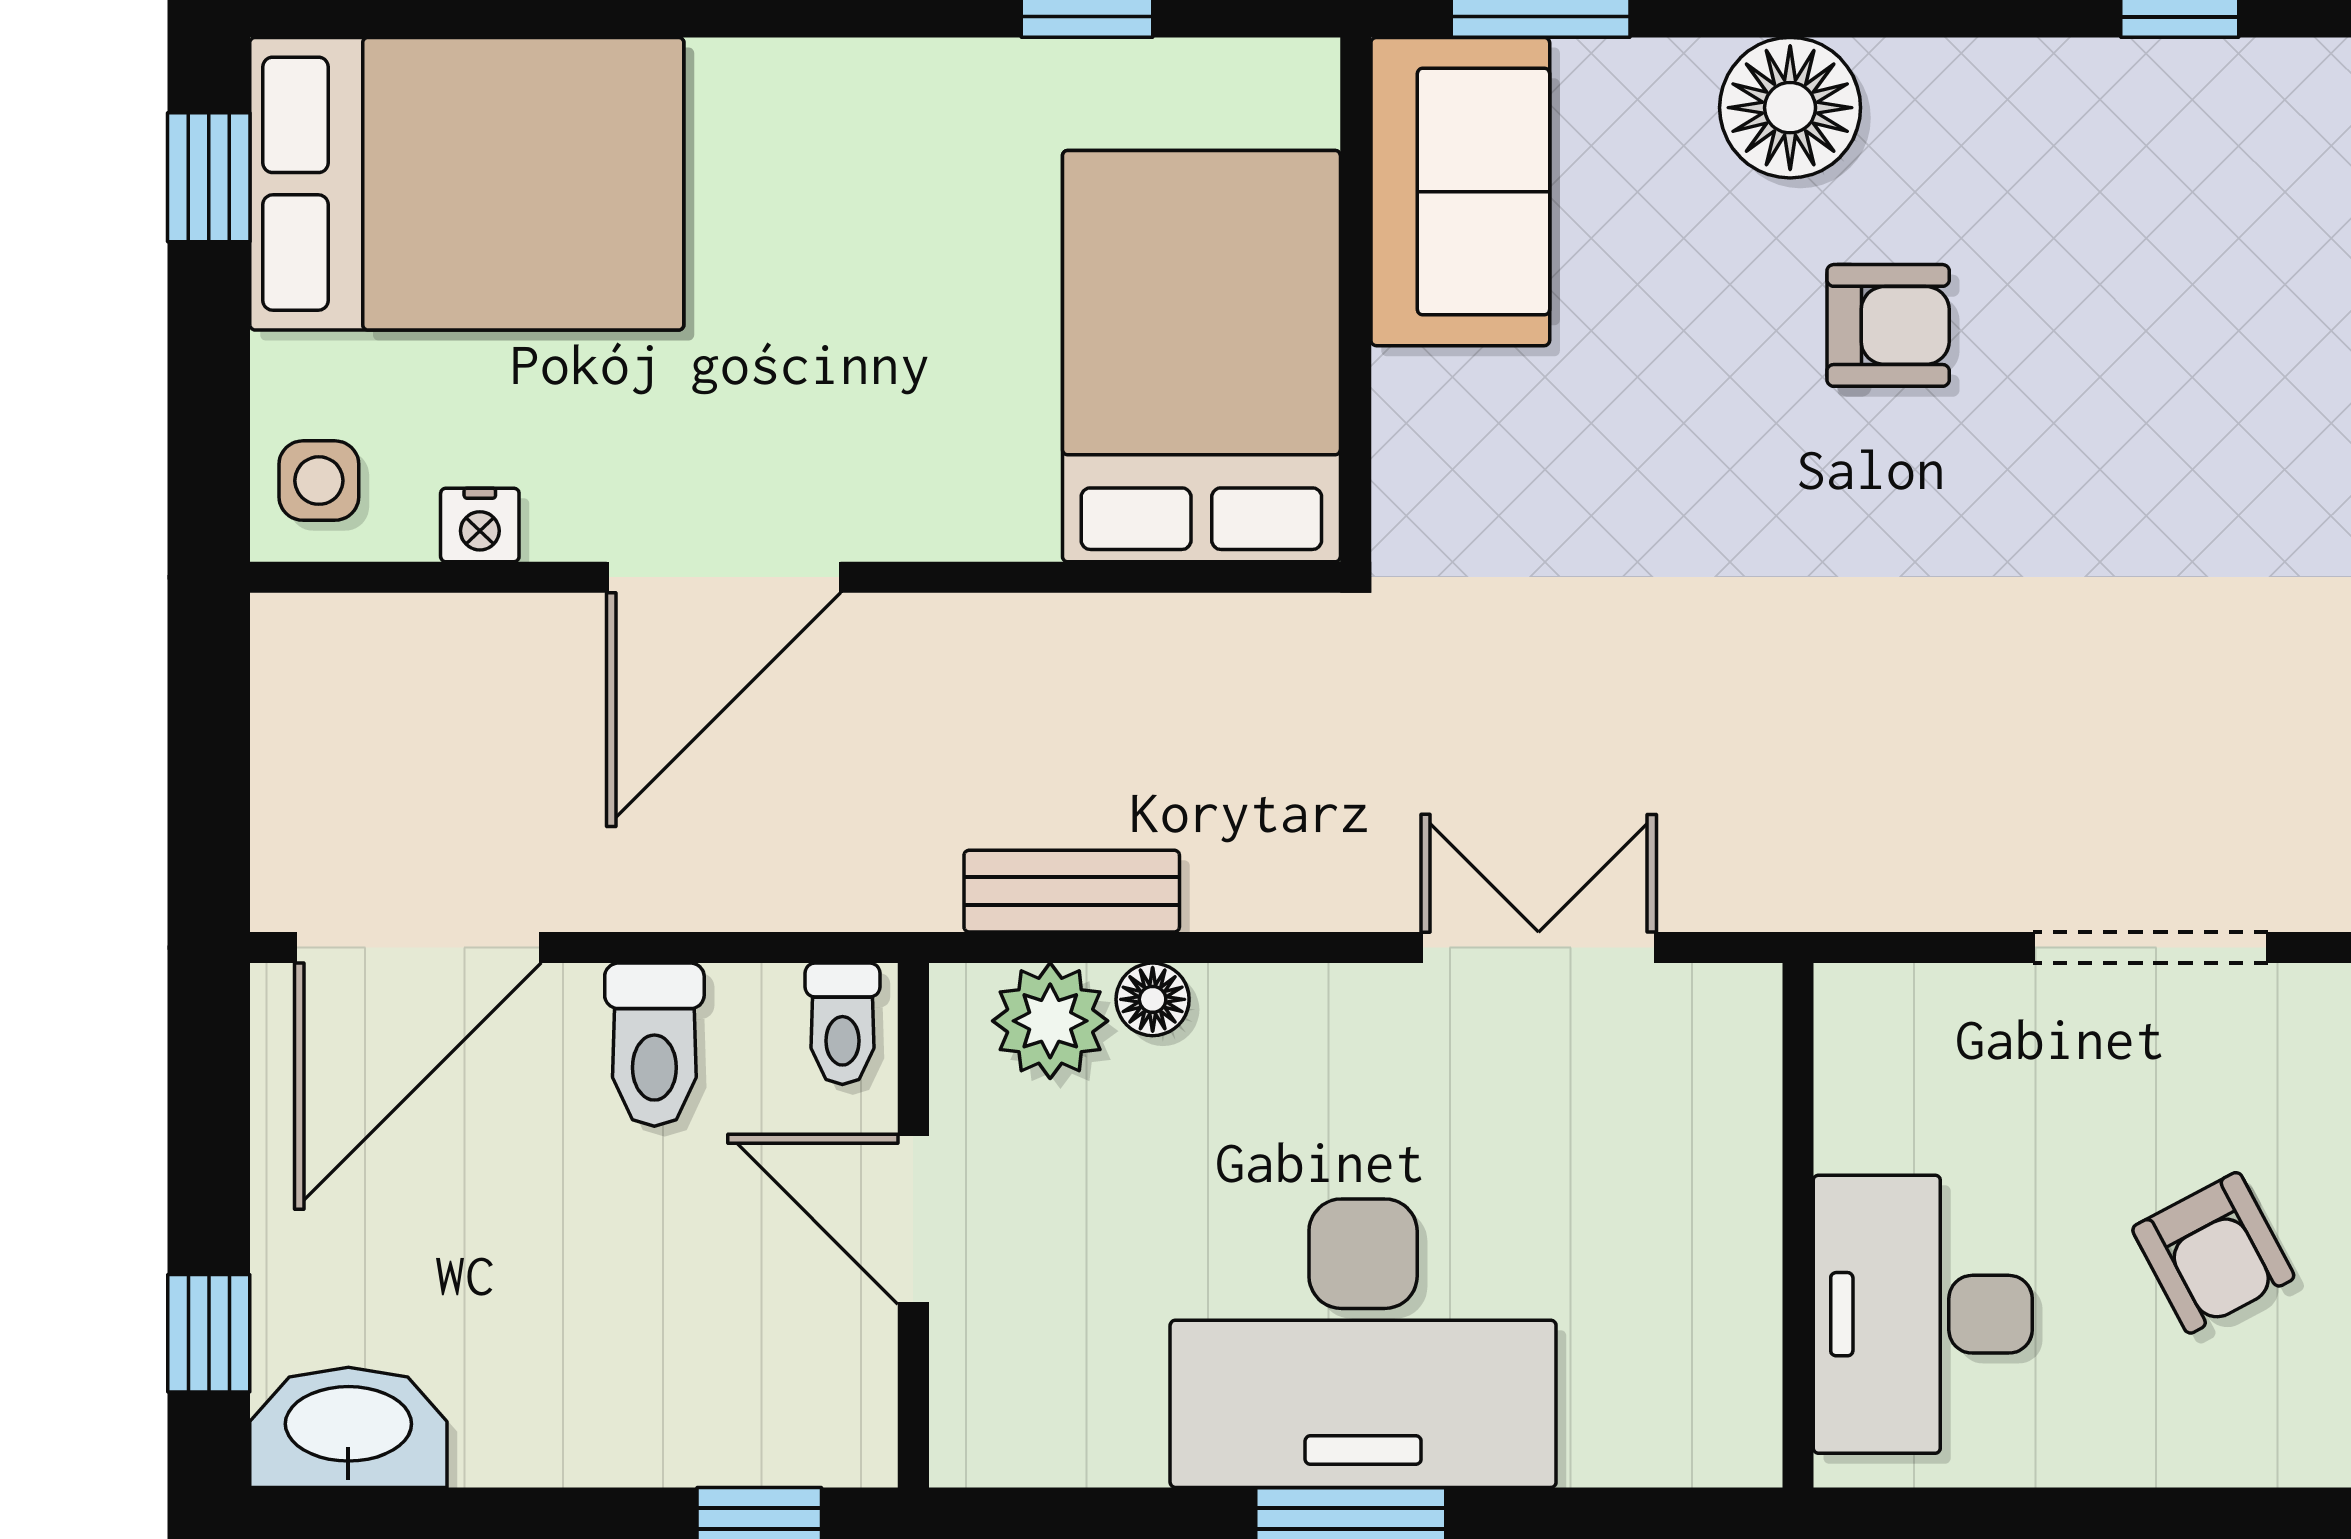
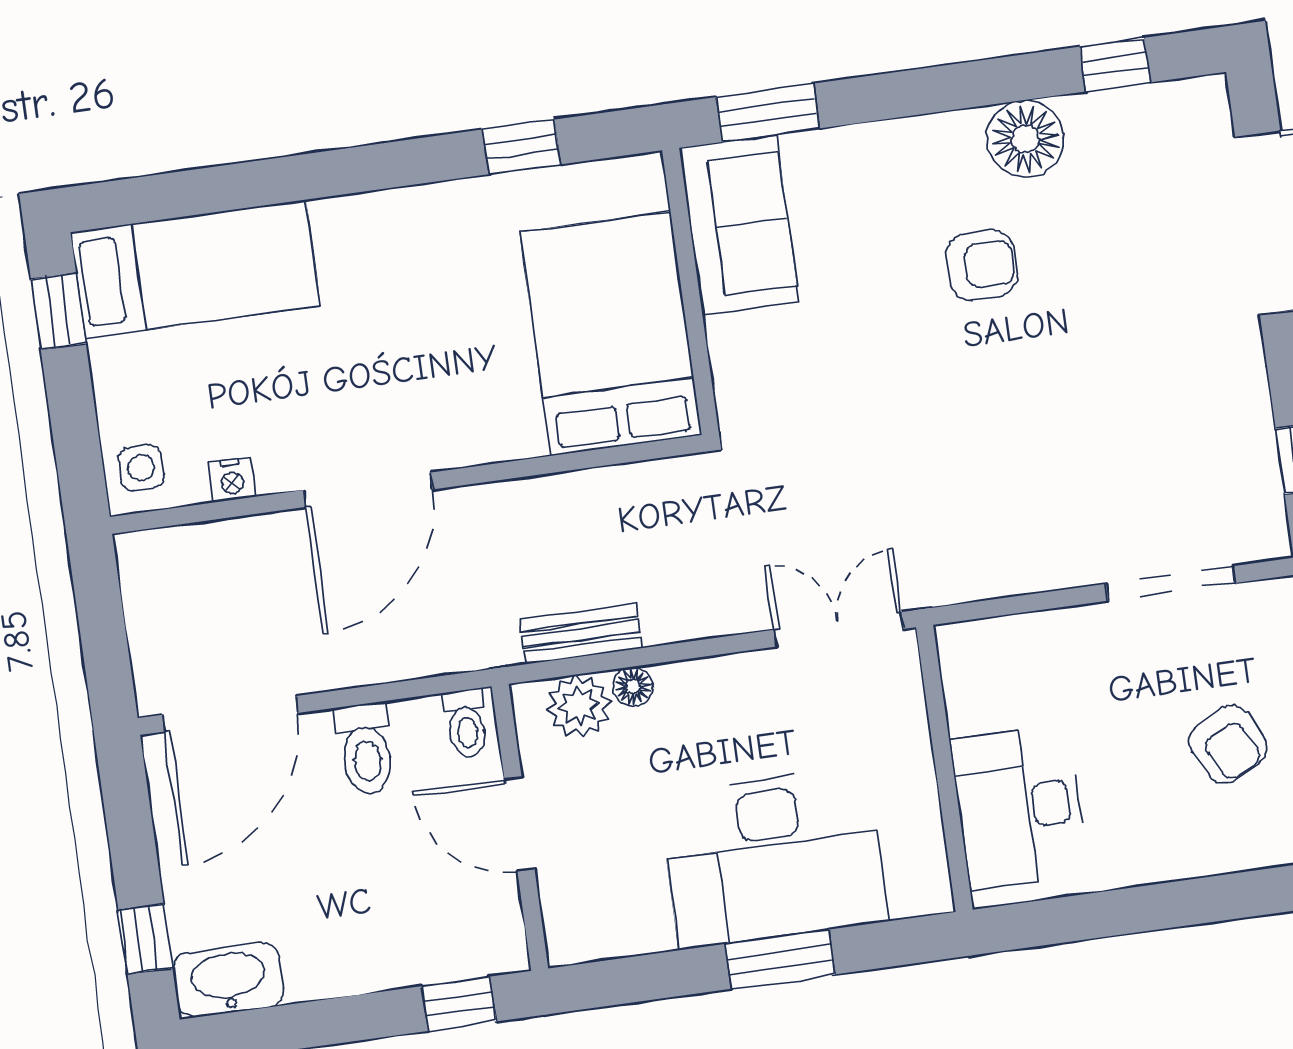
floor lamp: (1790, 108) -> (1025, 139), moved
bed: (467, 184) -> (195, 269), width x0.67
wall: (1798, 1225) -> (944, 768), moved
desk: (1923, 1314) -> (1019, 807), moved

